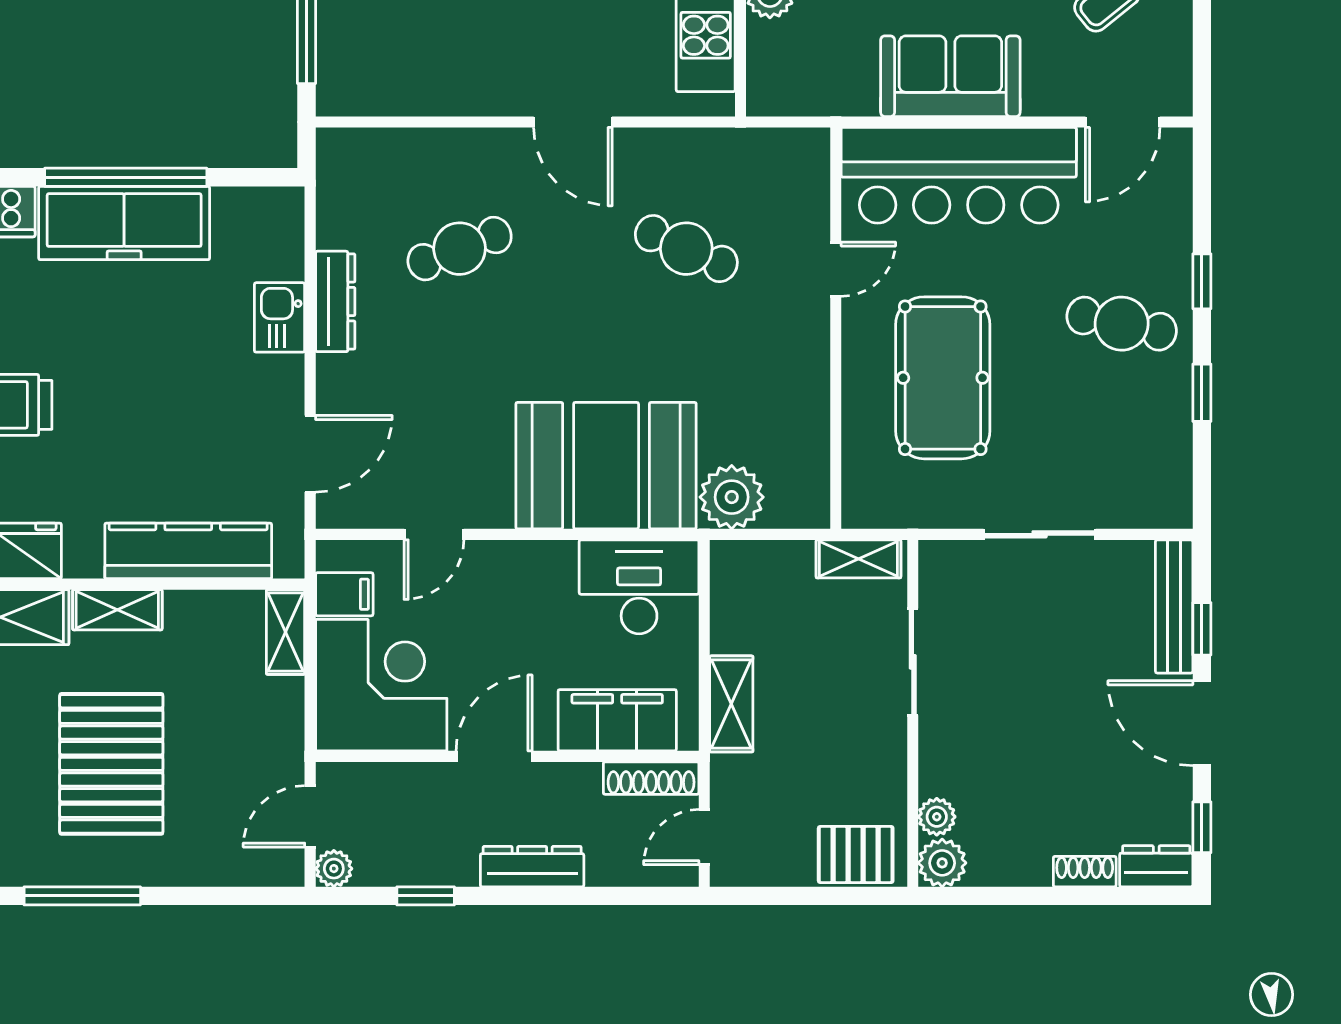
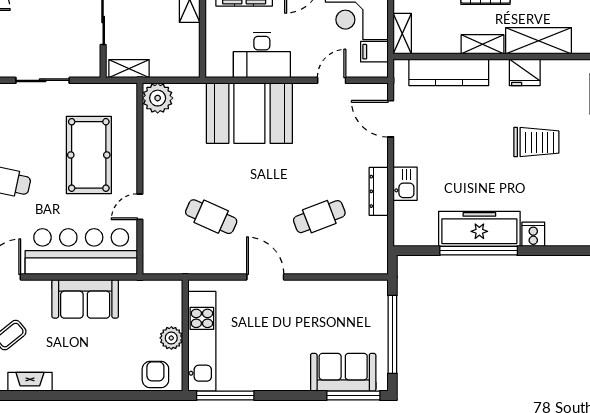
door: (310, 454) -> (391, 119), hinge flipped
plant: (732, 497) -> (158, 98), moved
desk: (639, 587) -> (262, 55), moved

